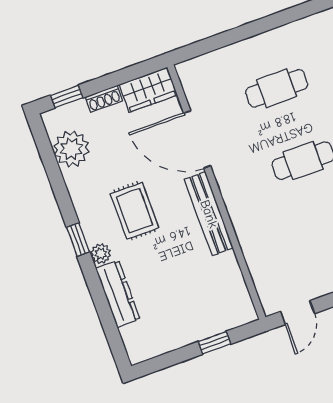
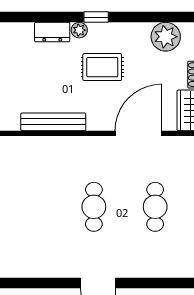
bench: (209, 214) -> (53, 122), moved
dresser: (118, 294) -> (52, 32), width x0.70

